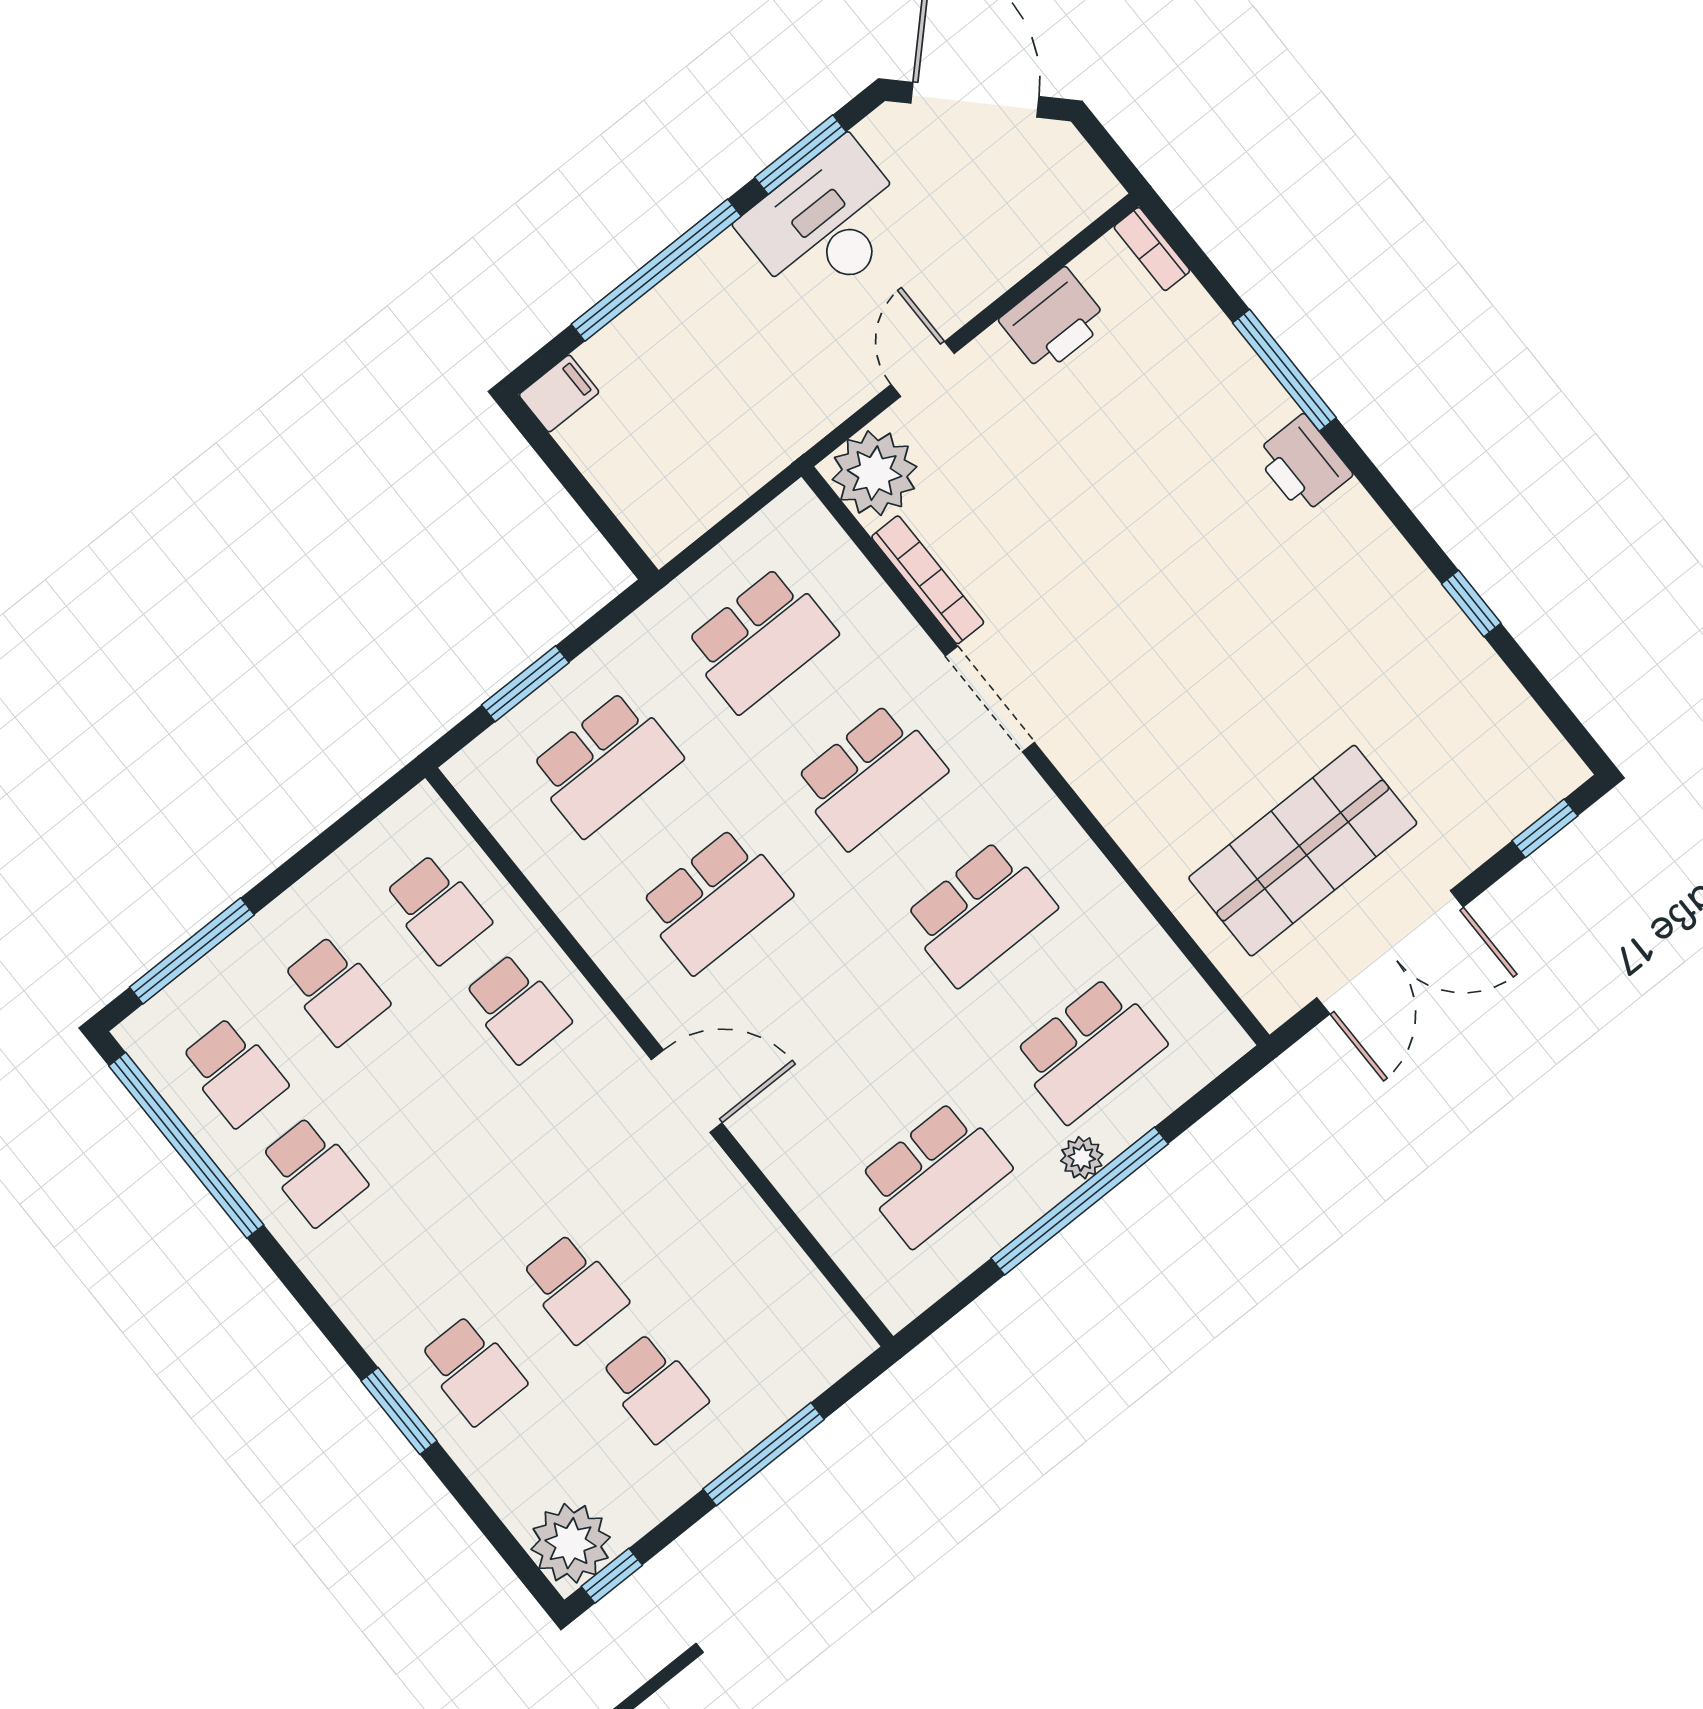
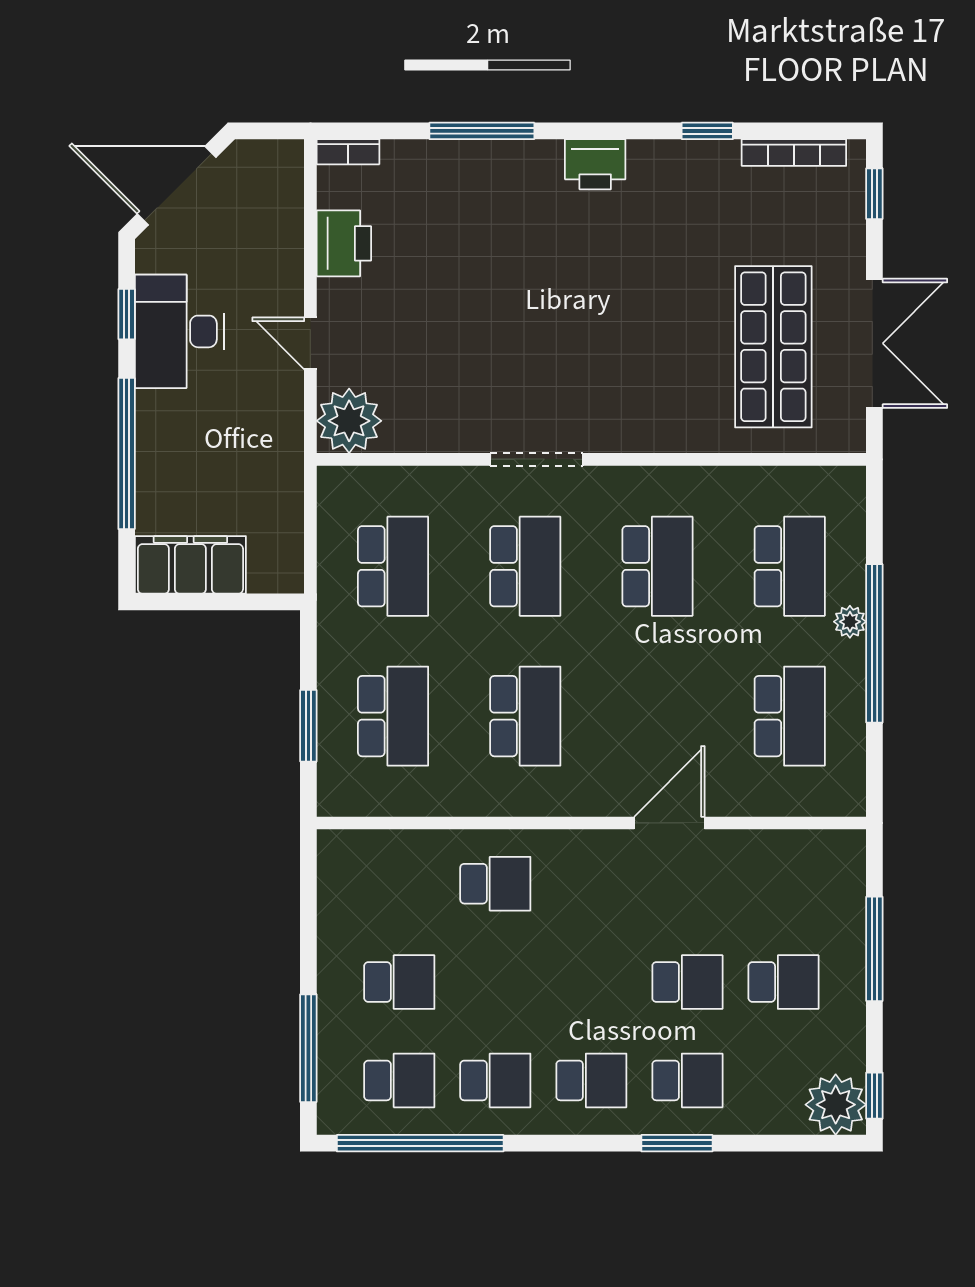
window: (800, 155) -> (127, 314), width x0.67
filing cabinet: (559, 393) -> (190, 565), width x3.00, depth x1.17
printer: (1303, 464) -> (595, 164), moved
bookcase: (928, 580) -> (794, 153), moved, turned 180
school desk: (437, 909) -> (591, 1080), moved
door: (687, 1091) -> (669, 823), moved

